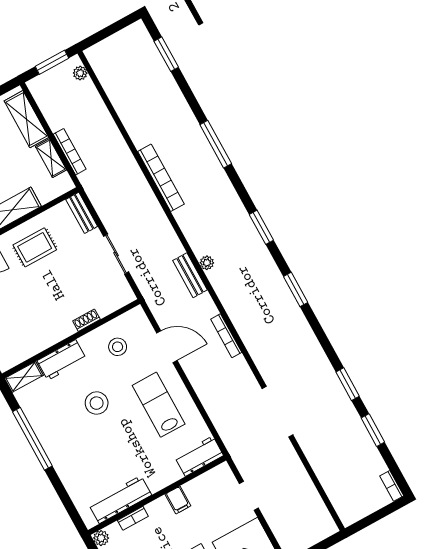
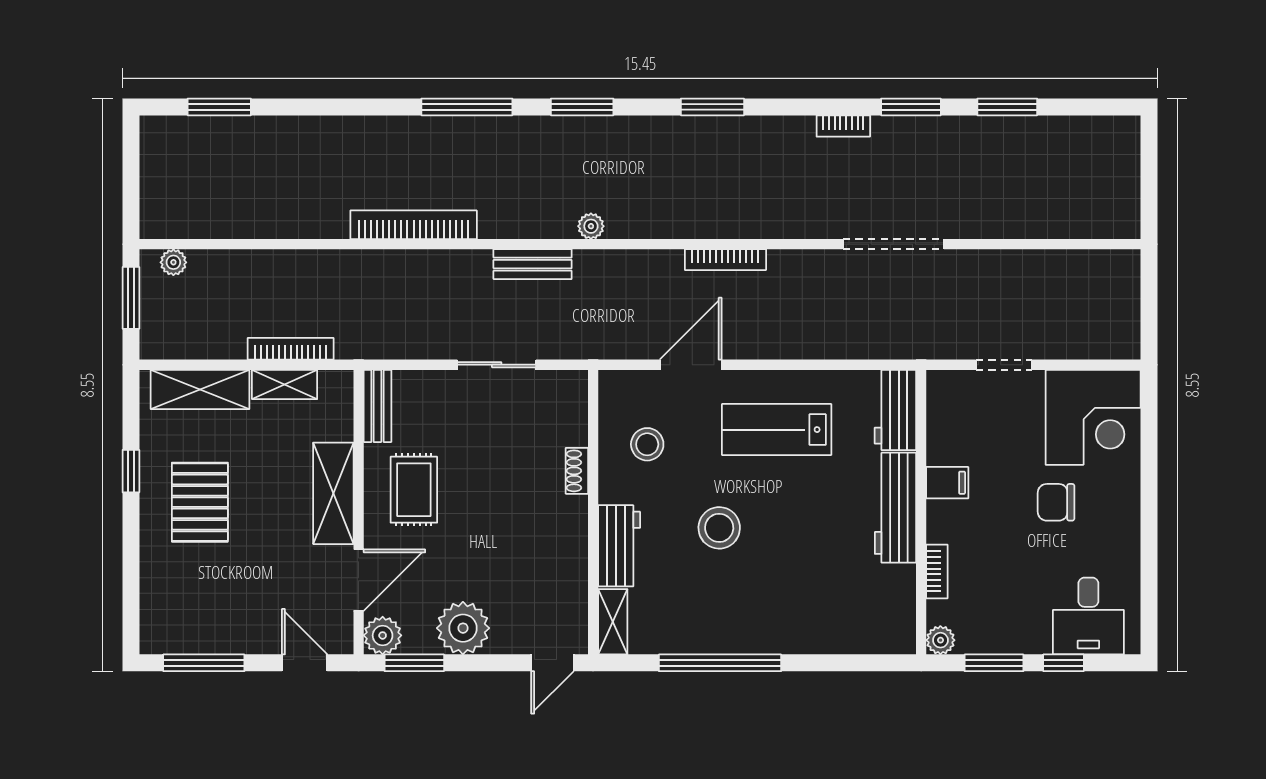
window: (216, 144) -> (467, 107), moved
bench: (82, 213) -> (377, 406), moved, turned 90
bench: (190, 275) -> (533, 264), moved
bookcase: (392, 486) -> (843, 126), moved
workbench: (120, 500) -> (896, 508), moved

